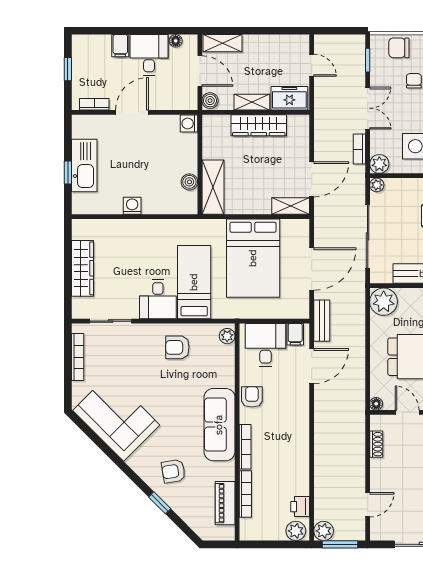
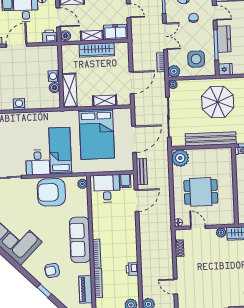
printer: (185, 100) -> (49, 36), added
washing machine: (189, 123) -> (54, 76), moved
shelving: (291, 206) -> (105, 101), moved
armchair: (177, 347) -> (51, 192), width x1.88, depth x1.88
armchair: (252, 397) -> (100, 222), removed
door: (368, 505) -> (175, 287), swing flipped
printer: (300, 507) -> (132, 269), moved

